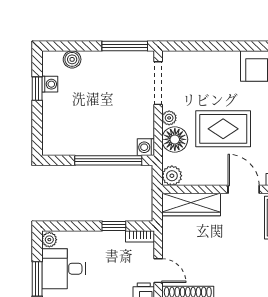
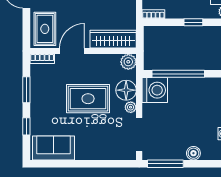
boiler: (72, 59) -> (193, 153), moved
washing machine: (146, 147) -> (155, 90), width x1.89, depth x1.89
door: (244, 189) -> (72, 51), swing flipped
window: (114, 226) -> (193, 22), moved

